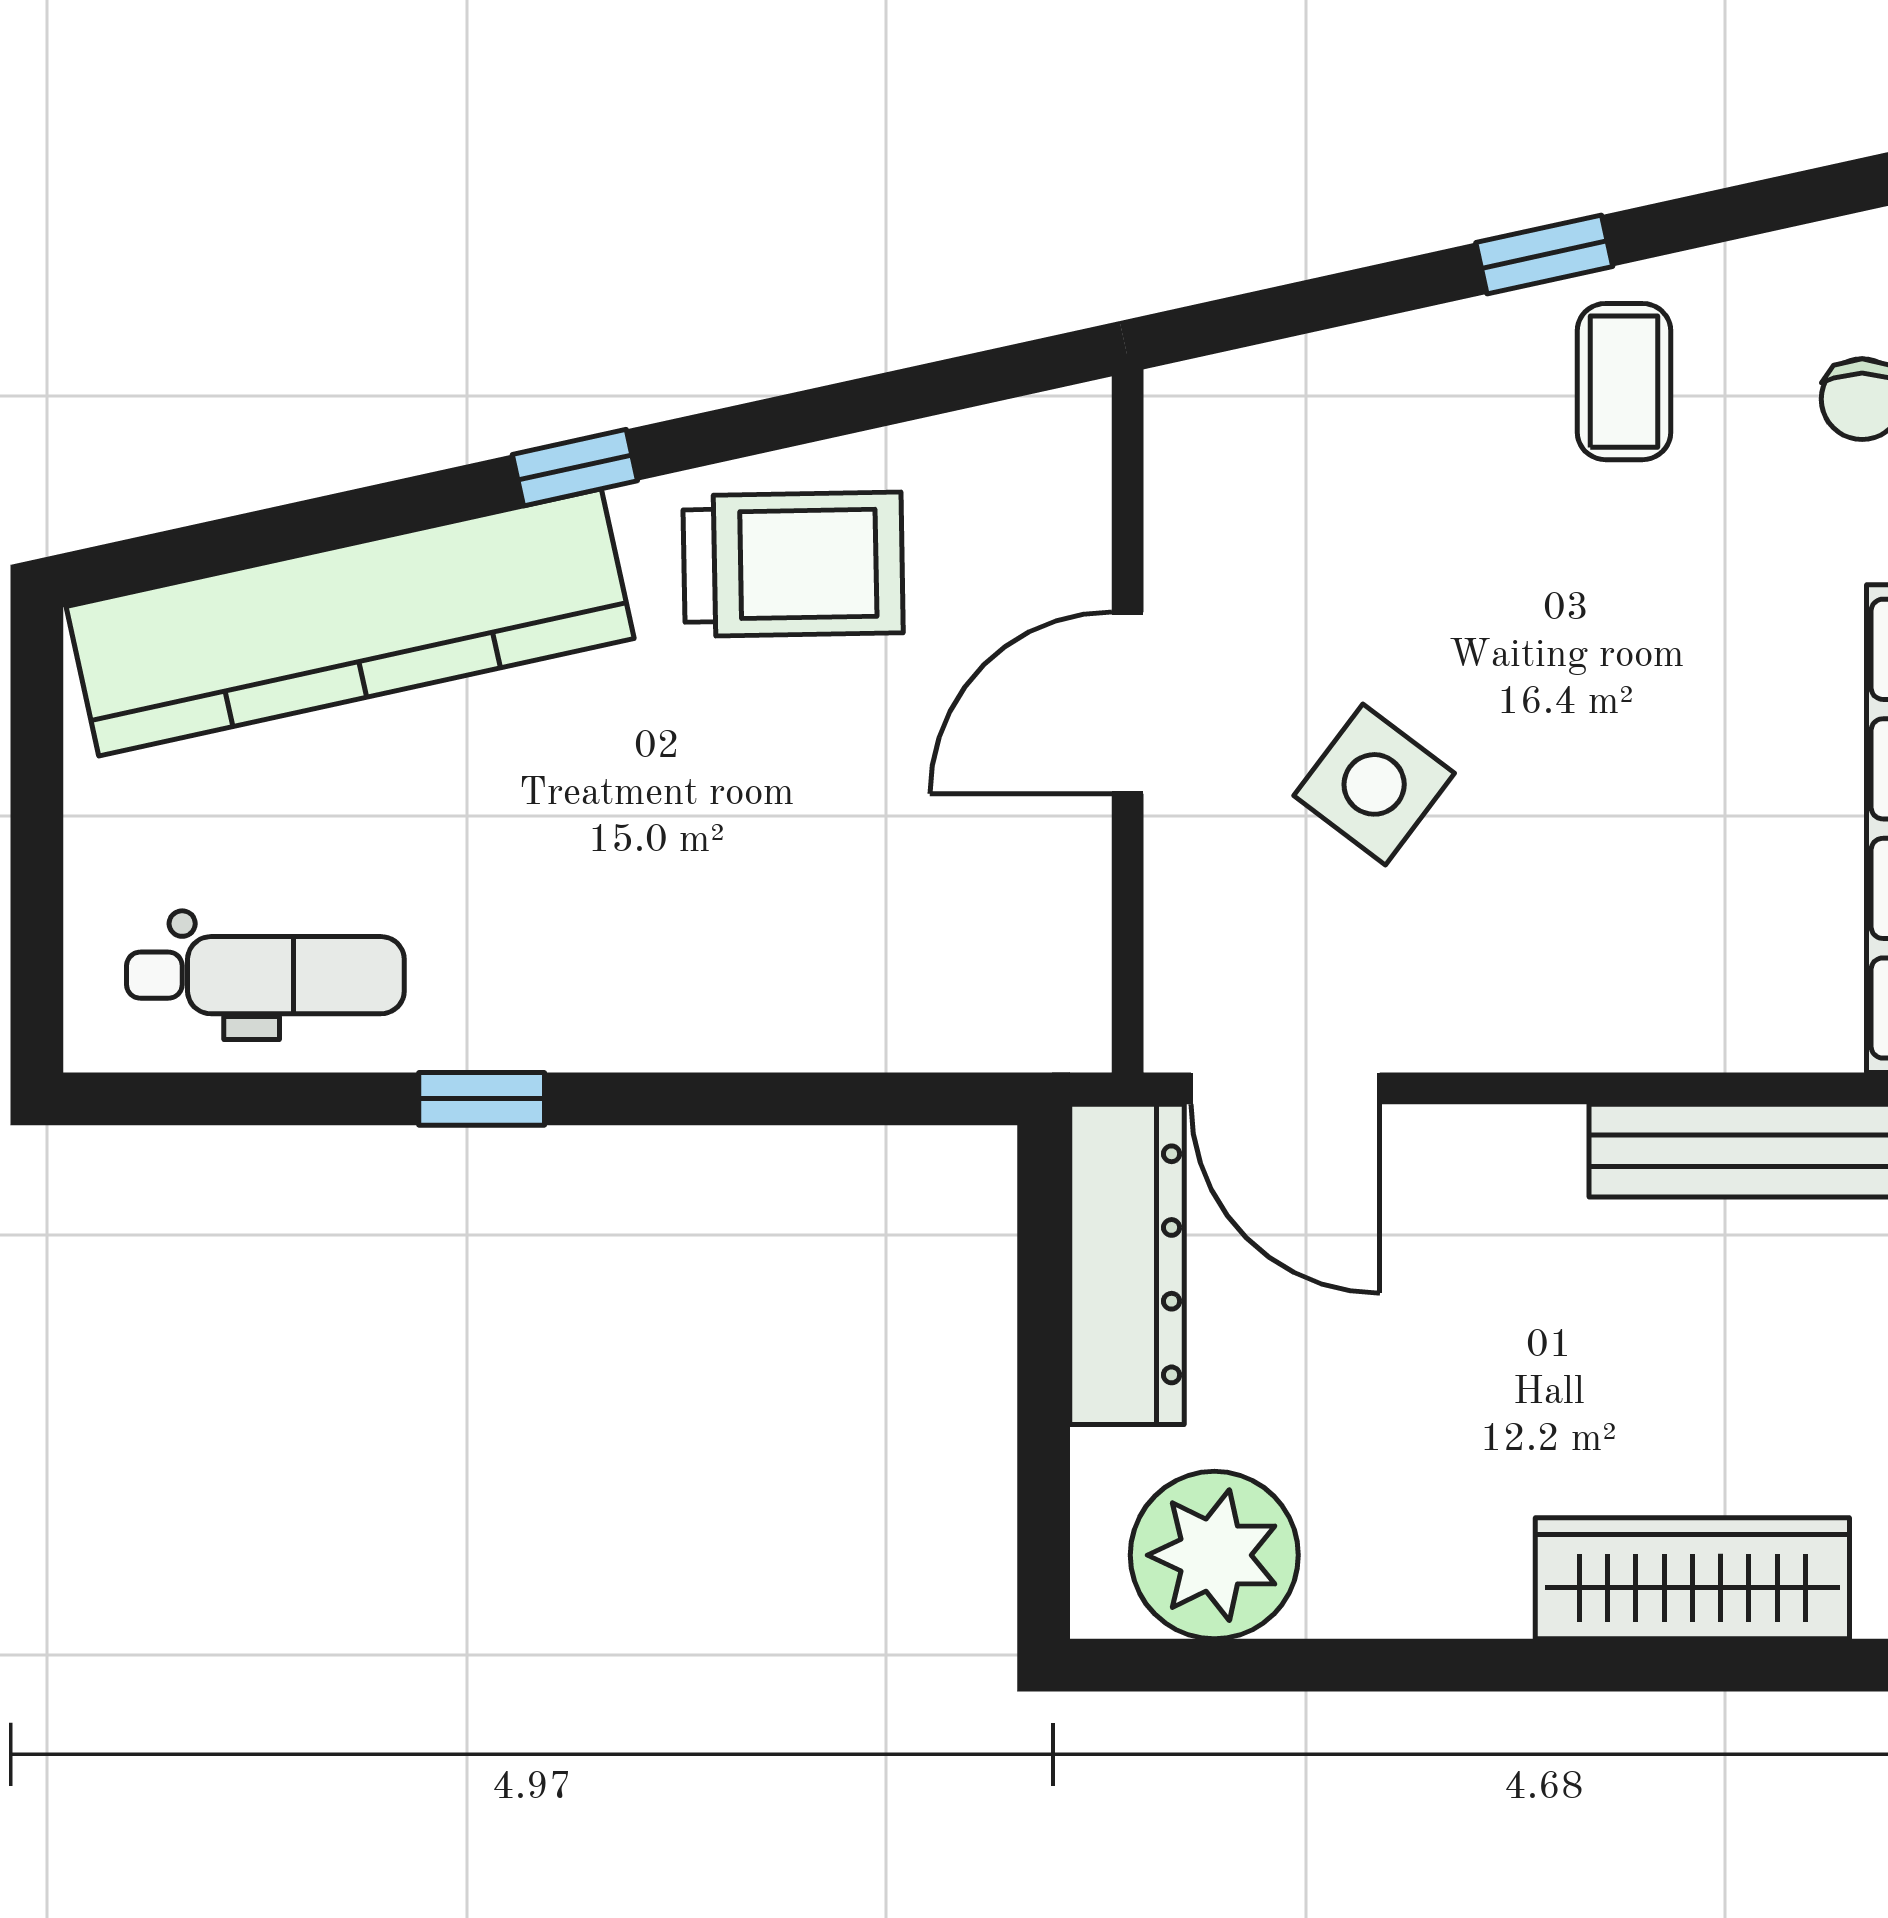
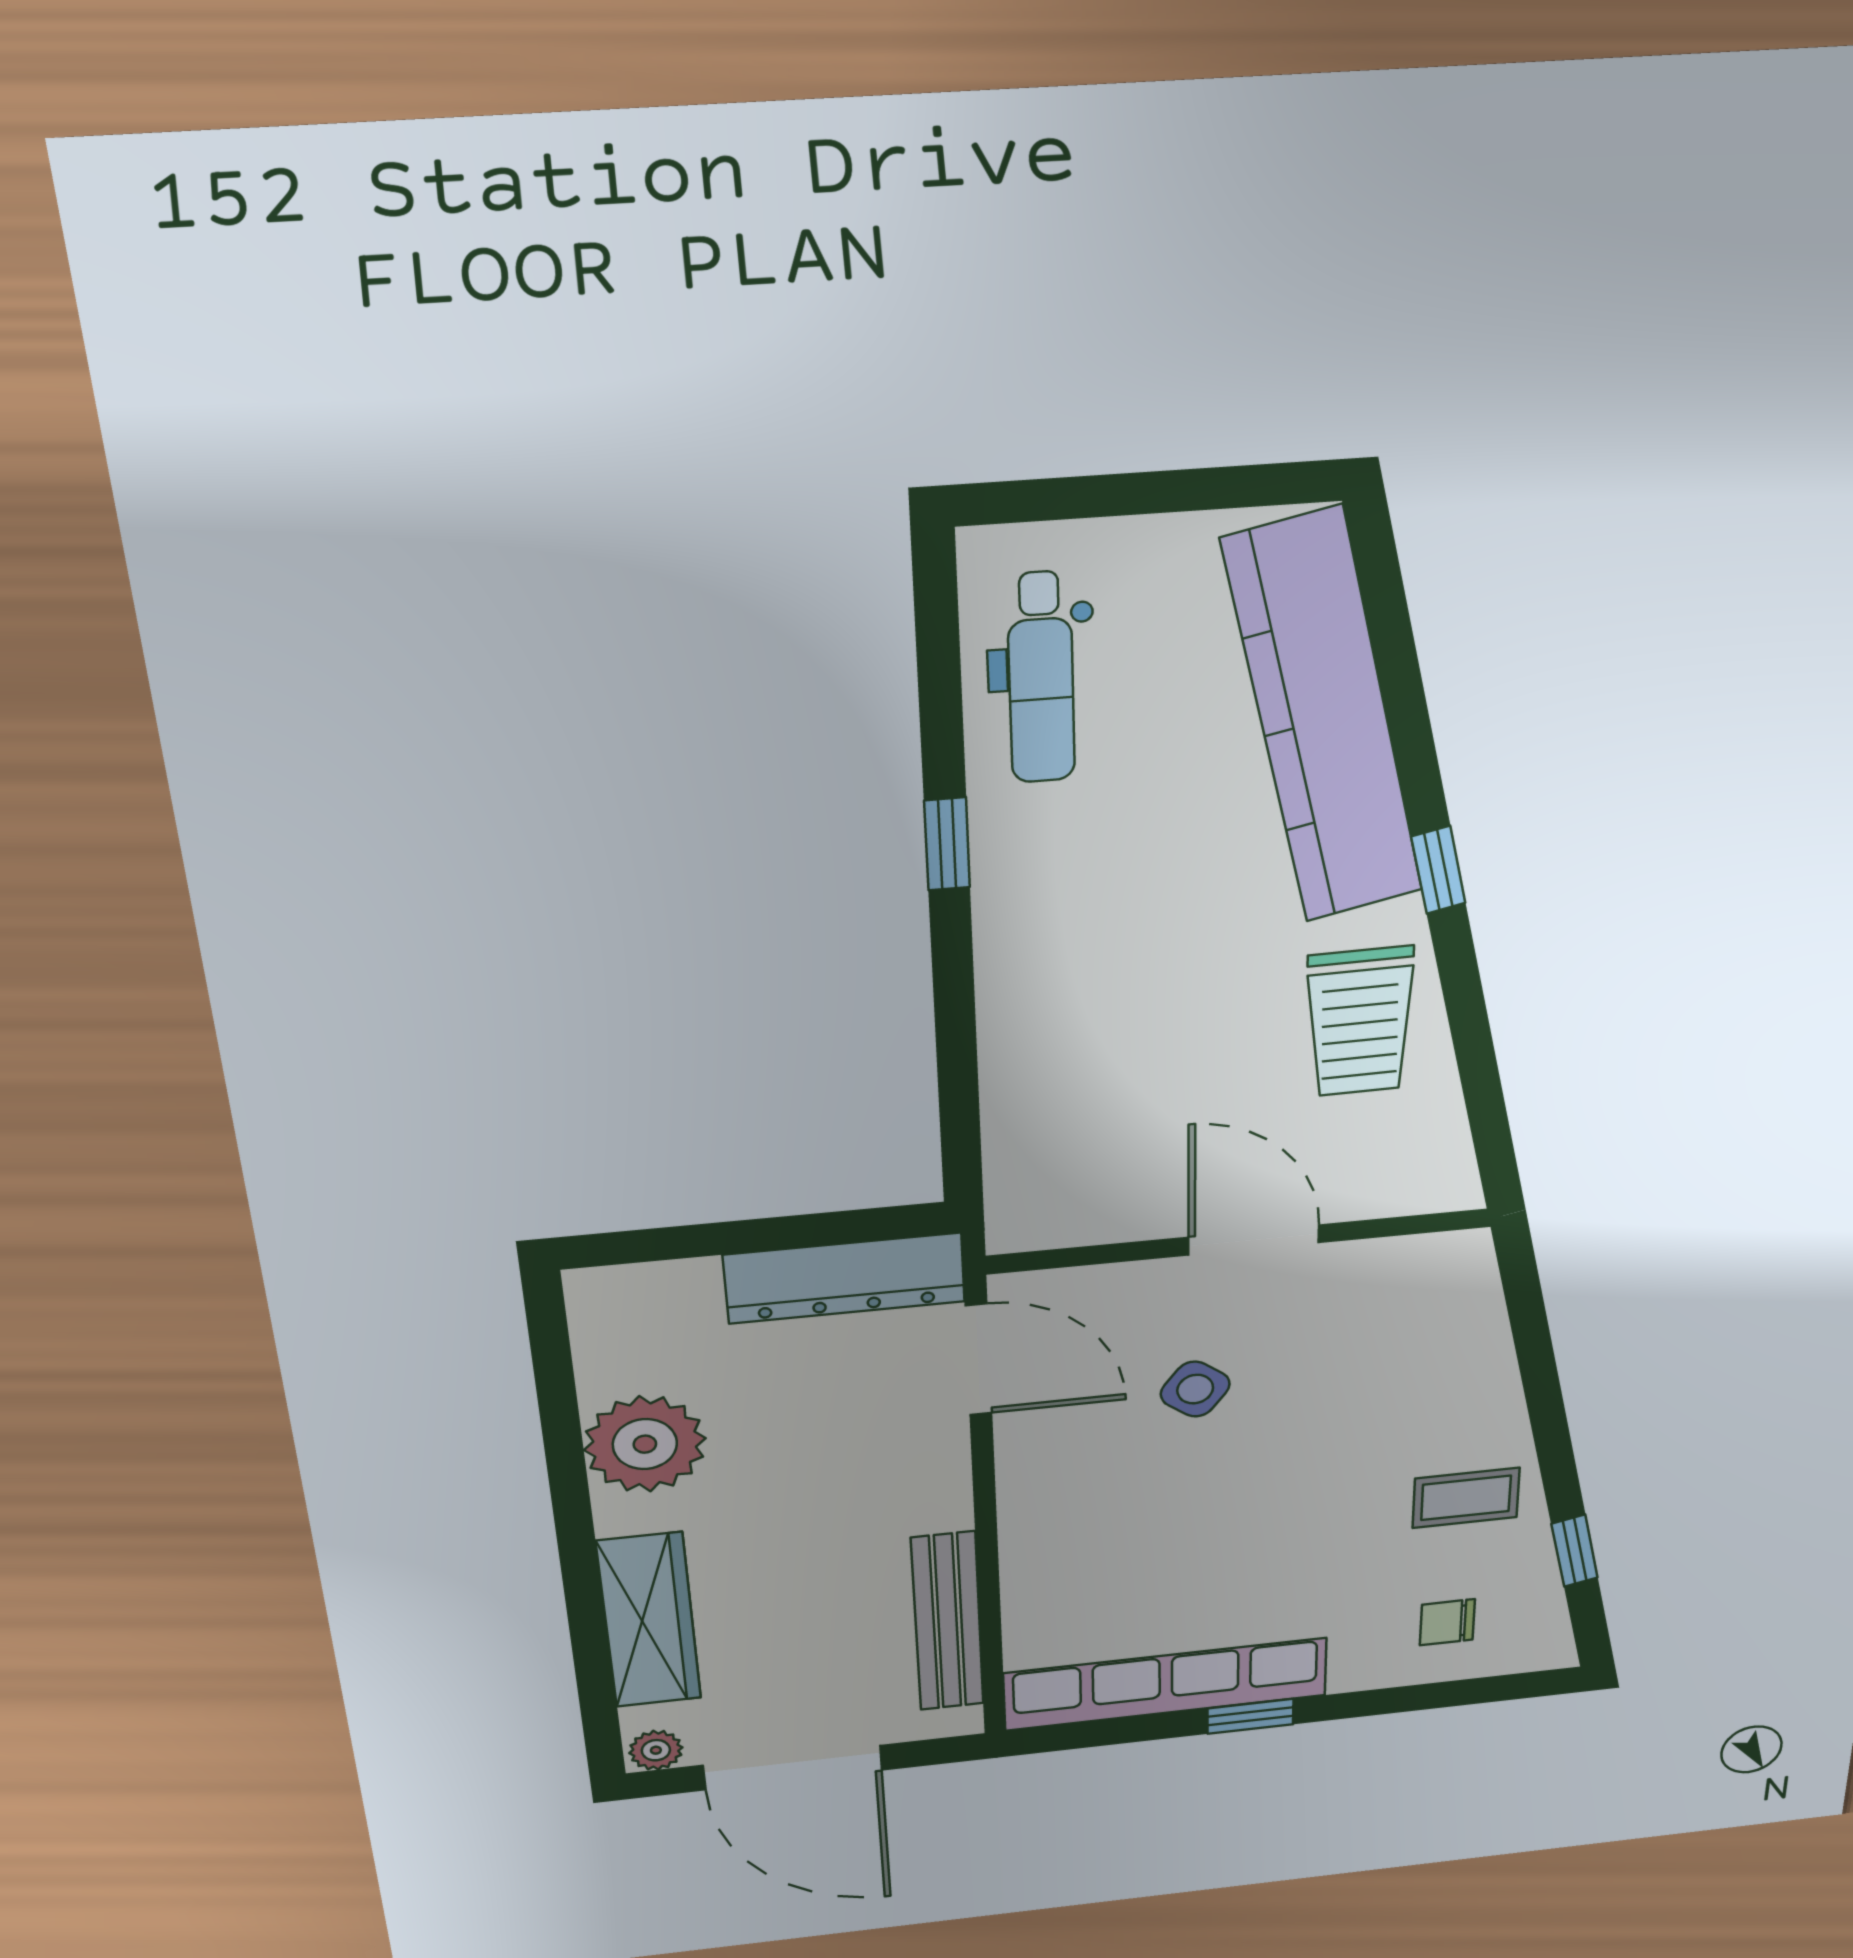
window: (1544, 254) -> (1575, 1551), moved
side table: (1374, 784) -> (1195, 1389), width x0.73, depth x0.73
door: (1285, 1088) -> (978, 1360), swing flipped
plant: (1214, 1555) -> (645, 1444), moved

